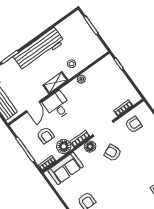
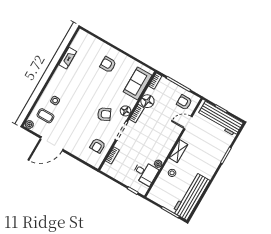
workbench: (39, 49) -> (191, 196), moved
desk: (57, 105) -> (145, 173), moved
door: (33, 107) -> (188, 123), hinge flipped
armchair: (46, 135) -> (184, 102), moved

